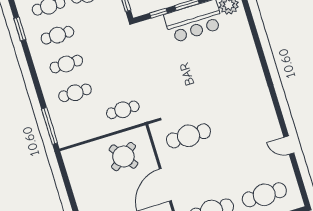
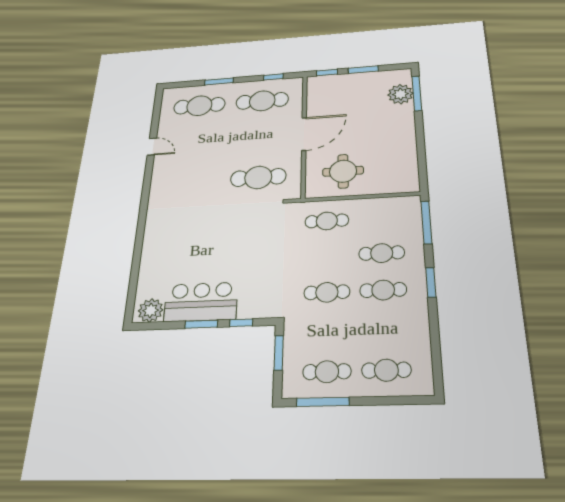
window: (20, 29) -> (431, 282), moved
cafe table: (57, 35) -> (327, 292), moved
round table: (124, 157) -> (343, 171), turned 36

